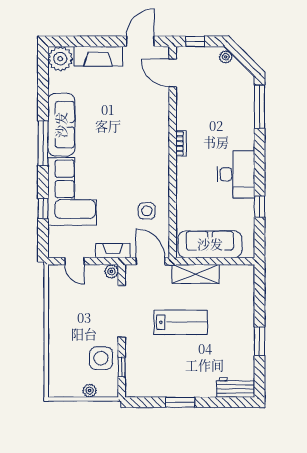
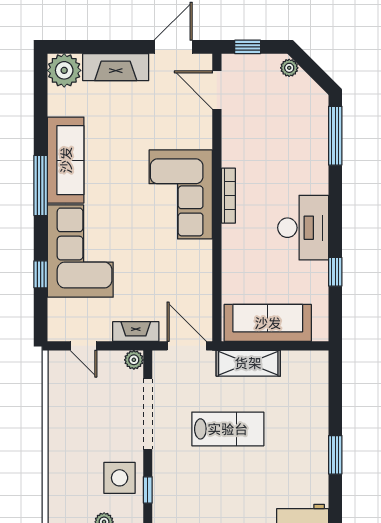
bookcase: (181, 143) -> (228, 196), width x1.56
corner sofa: (146, 150) -> (181, 194), added
side table: (147, 211) -> (182, 277), removed

